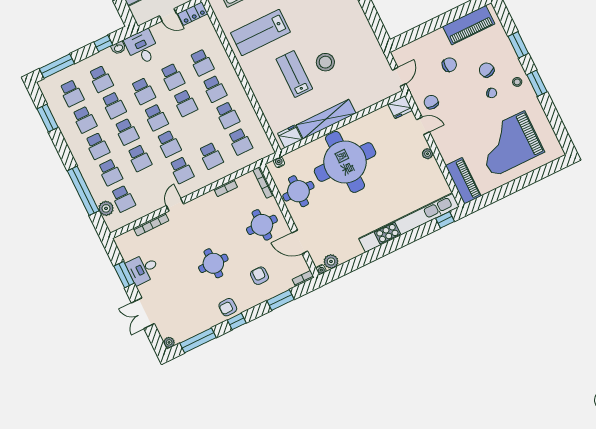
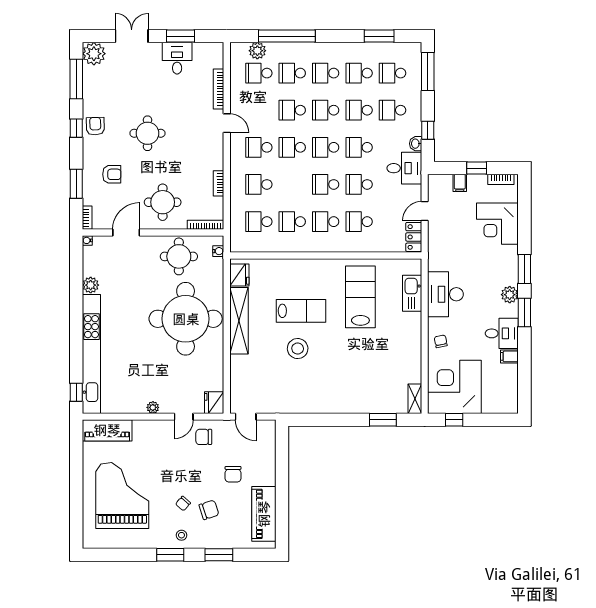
chair: (431, 102) -> (204, 437), turned 180
plant: (331, 261) -> (91, 285), moved
plant: (169, 342) -> (94, 54), width x1.88, depth x1.88

